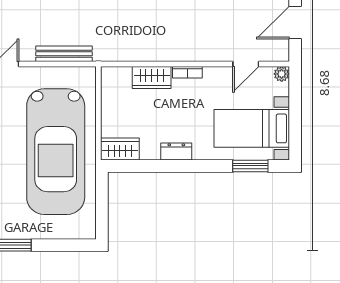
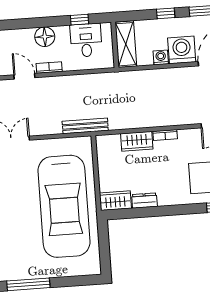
bench: (64, 54) -> (85, 126), moved
dresser: (176, 152) -> (144, 200), moved

